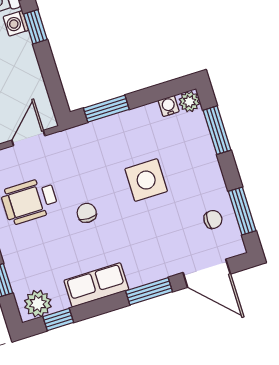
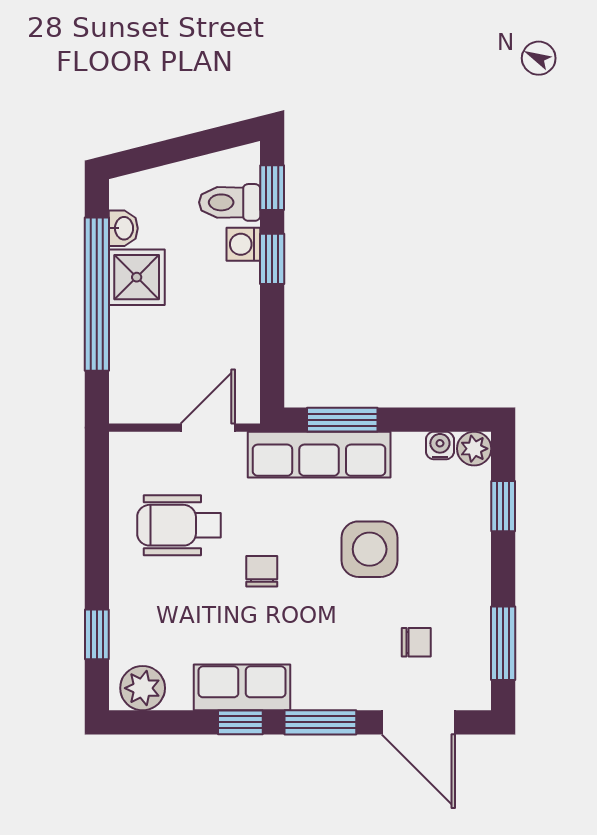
window: (217, 130) -> (503, 506), width x0.67
row of seats: (99, 134) -> (319, 455), added
chair: (213, 219) -> (416, 642), moved
window: (58, 319) -> (240, 722), moved

